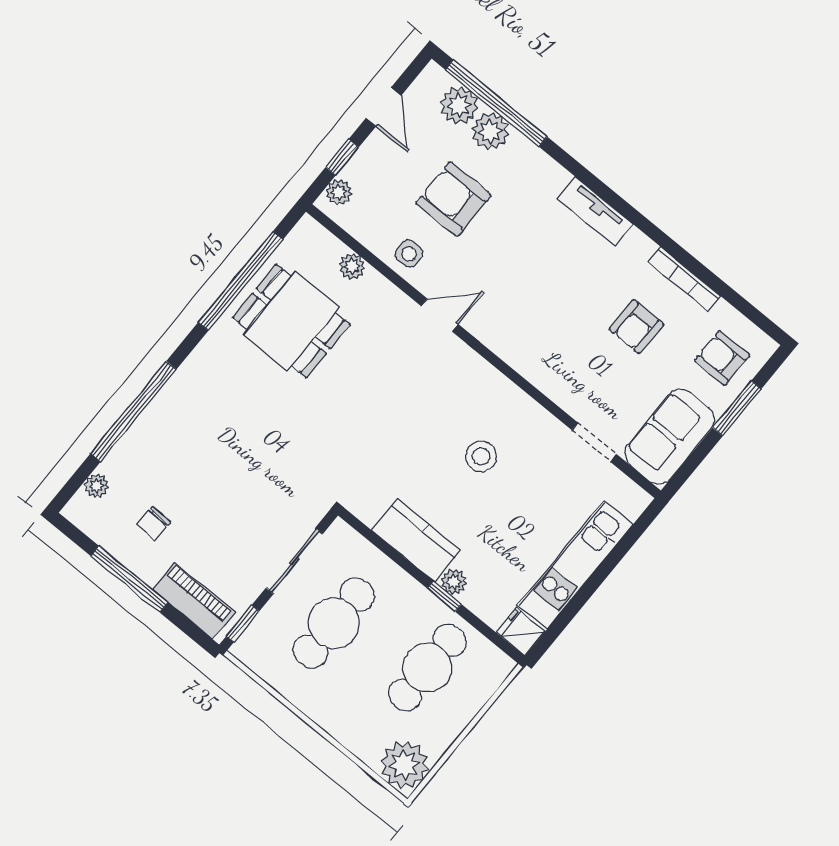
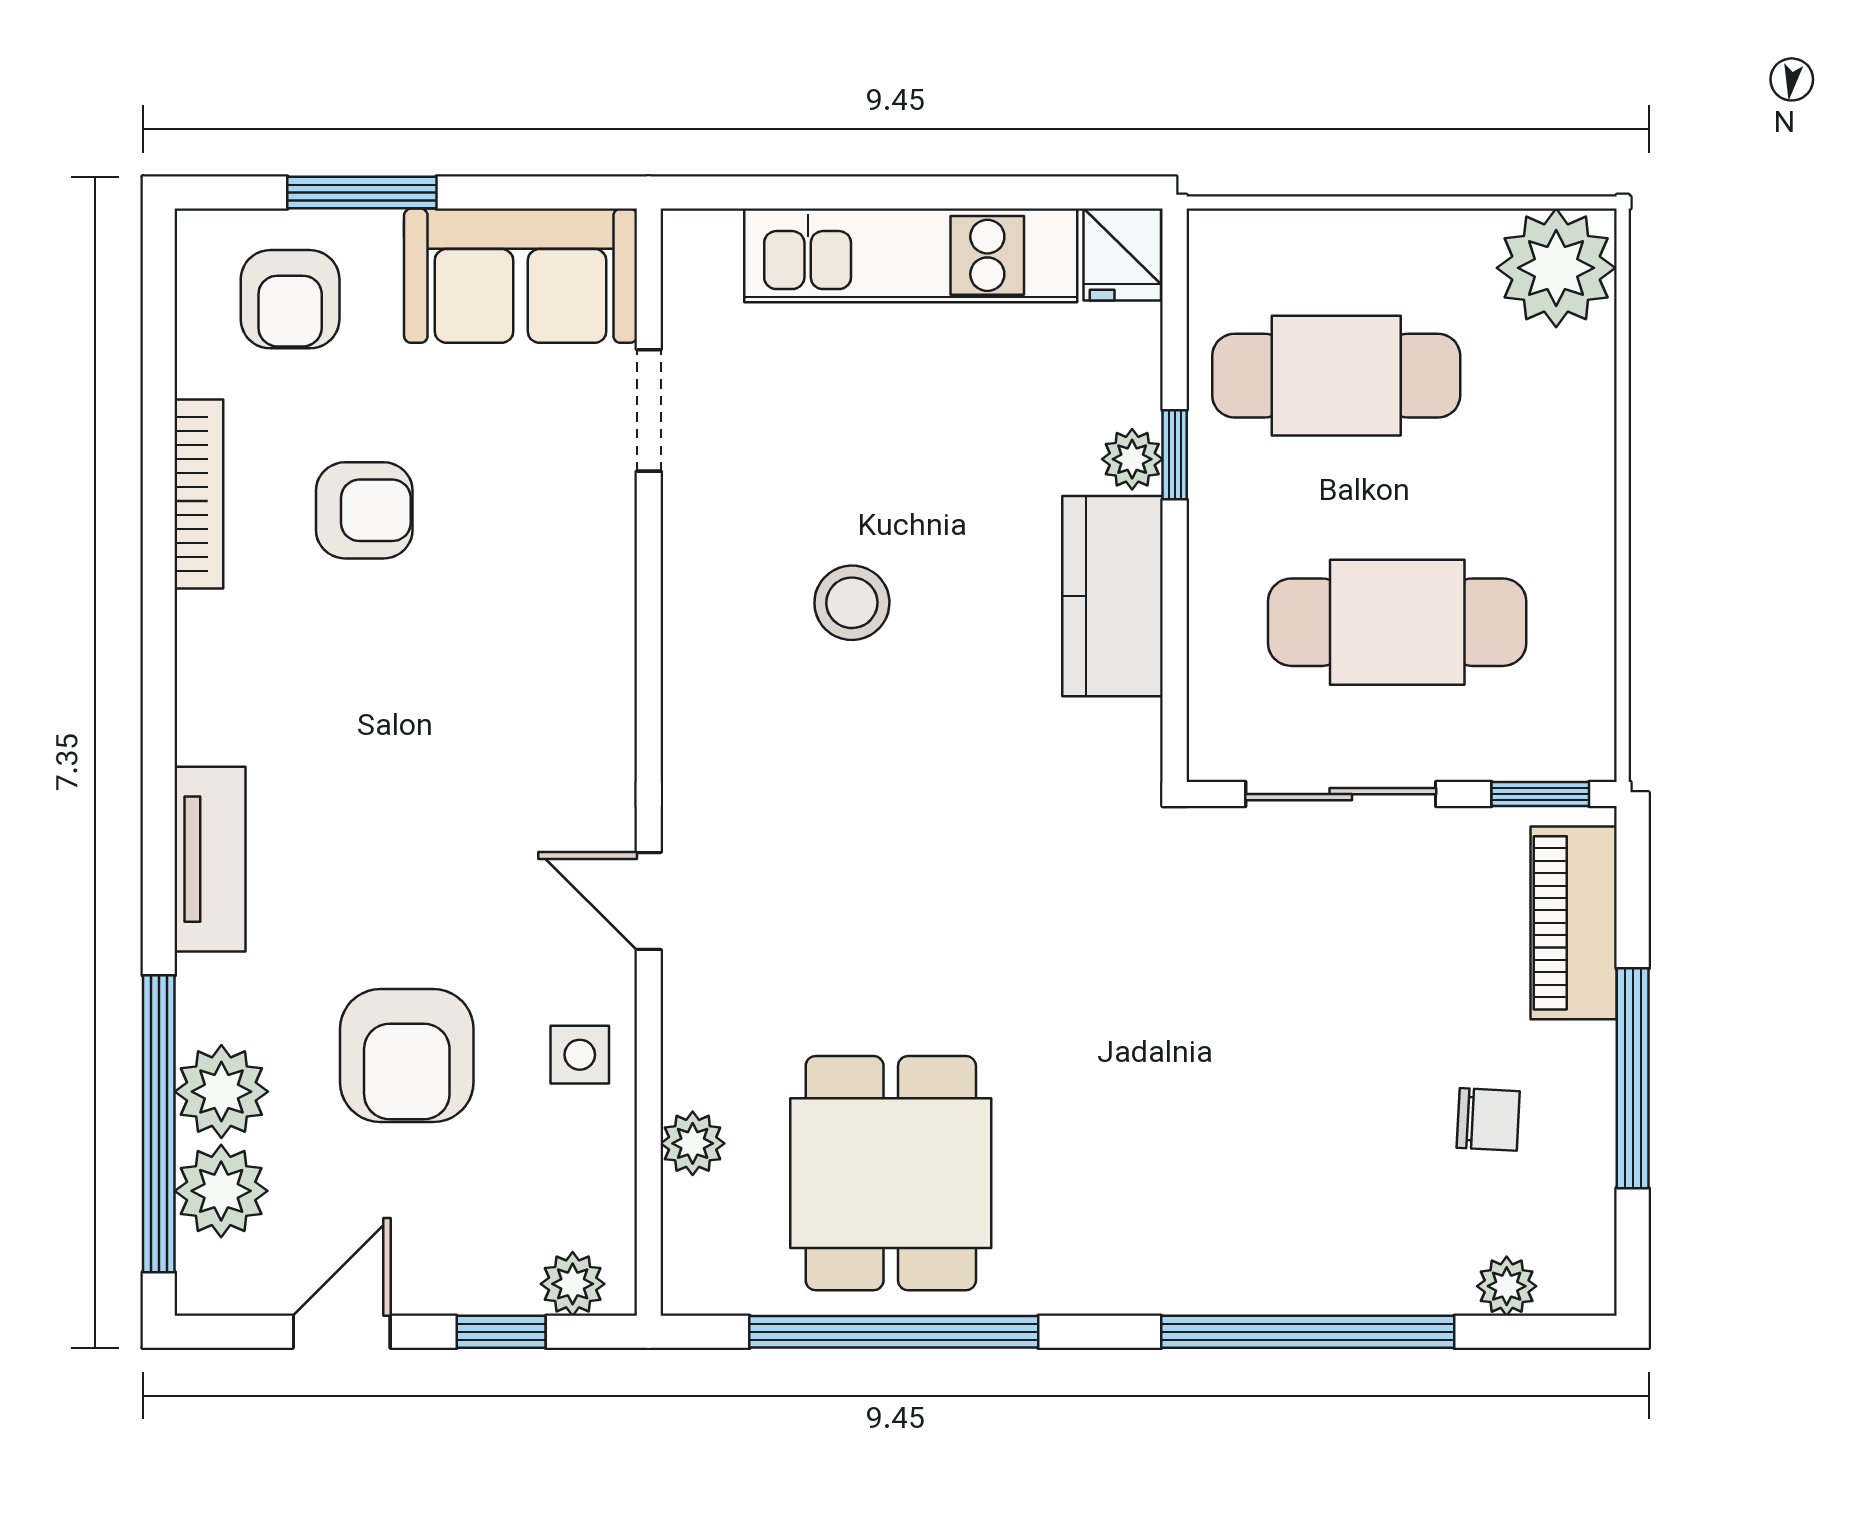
tv unit: (595, 211) -> (210, 859), moved

